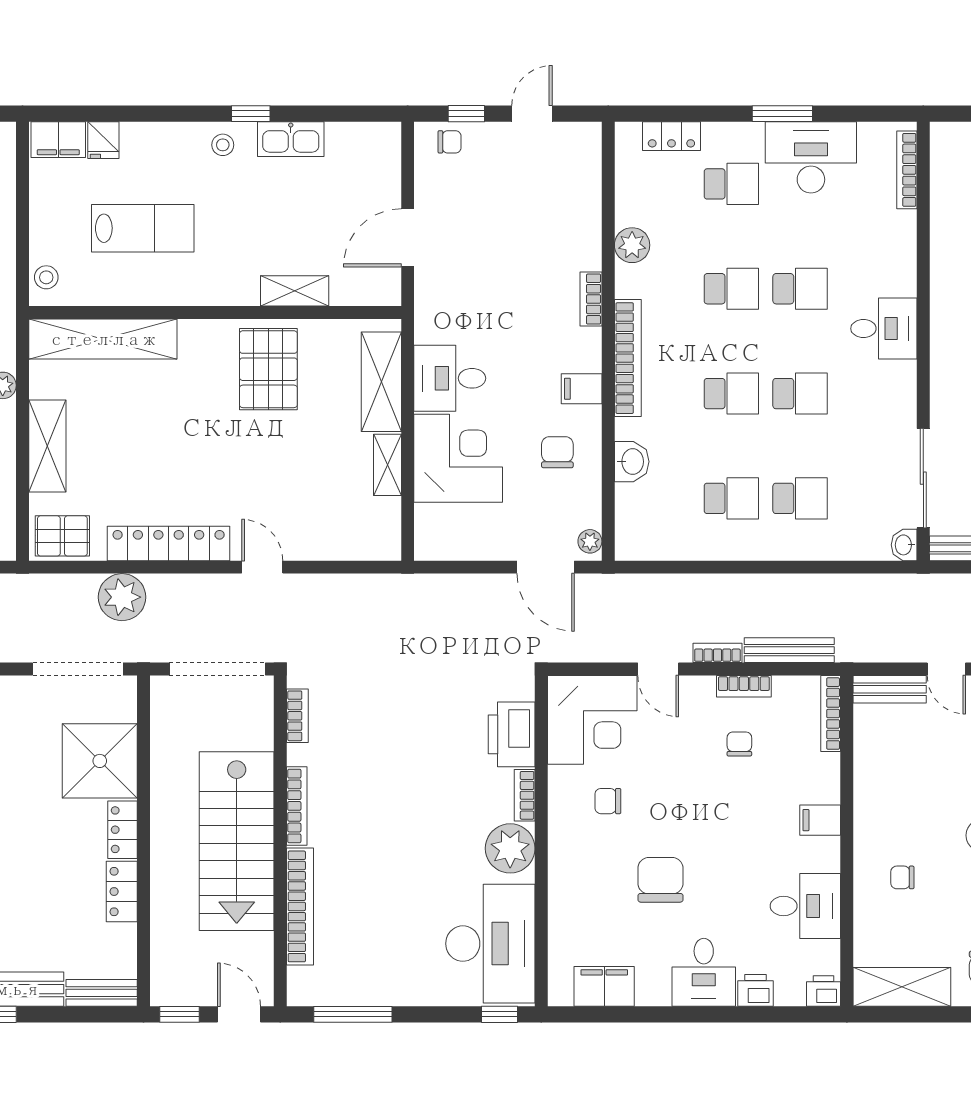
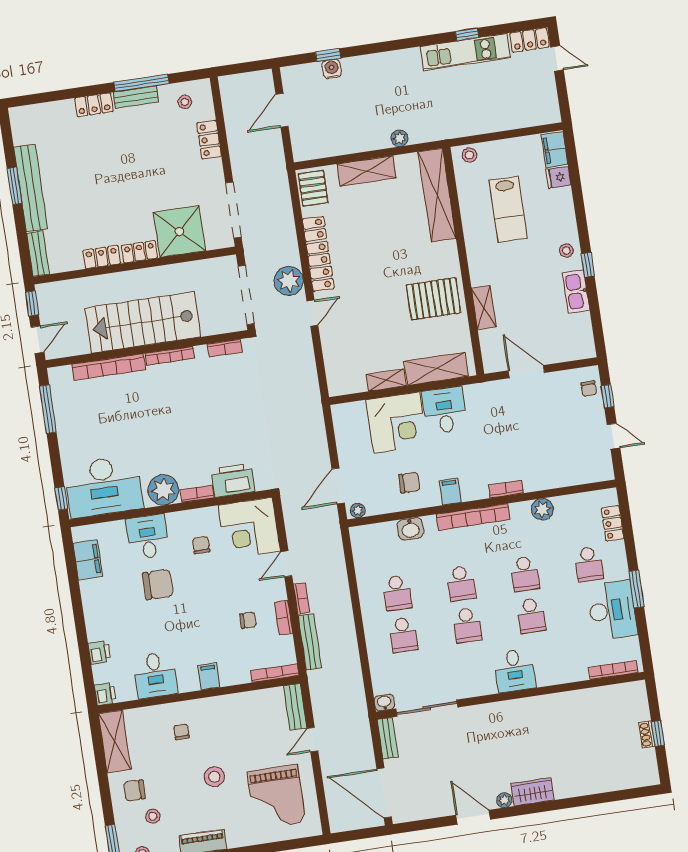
plant: (122, 597) -> (289, 281), moved
desk: (704, 972) -> (148, 537), moved, turned 90

